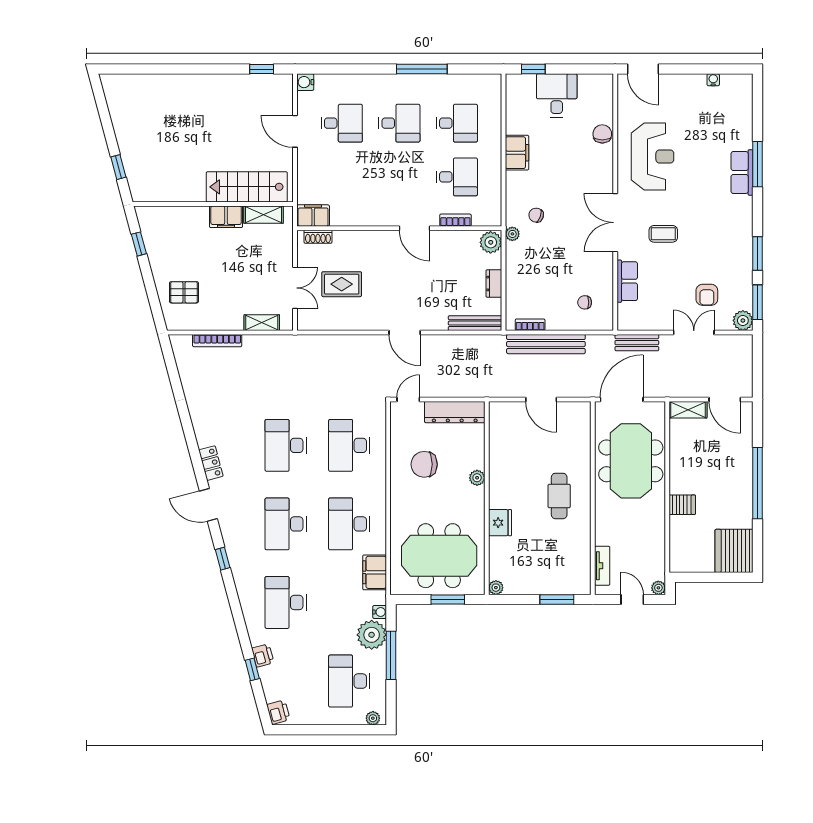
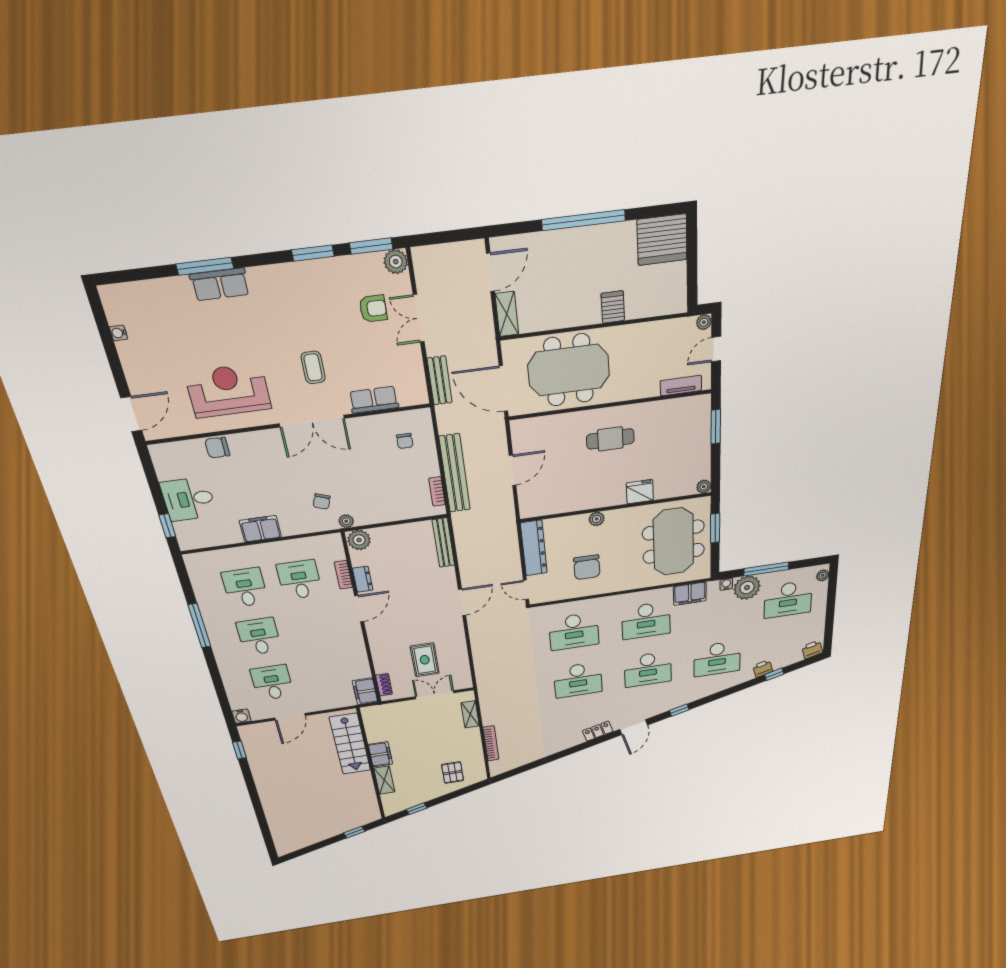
shelving: (263, 215) -> (384, 780), moved
dresser: (494, 283) -> (363, 579), moved, turned -90

